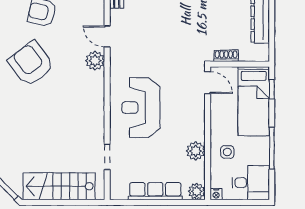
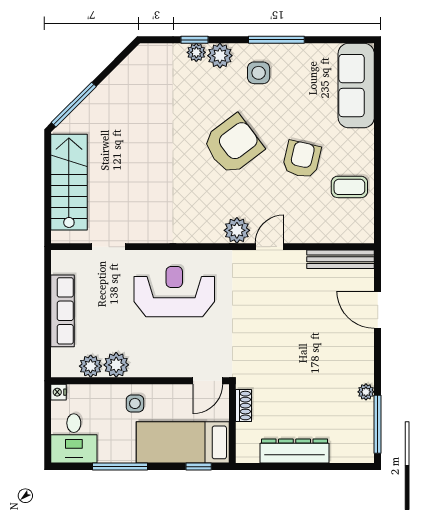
side table: (227, 152) -> (135, 403), moved
plant: (197, 191) -> (91, 366), moved

